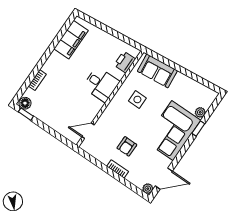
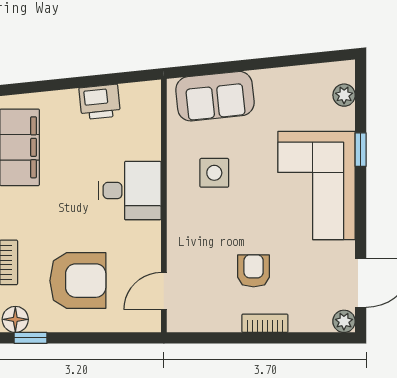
printer: (125, 62) -> (100, 102), moved, turned -96
armchair: (58, 105) -> (78, 281), added
plant: (200, 112) -> (344, 95), moved
armchair: (127, 146) -> (254, 271), turned 180

